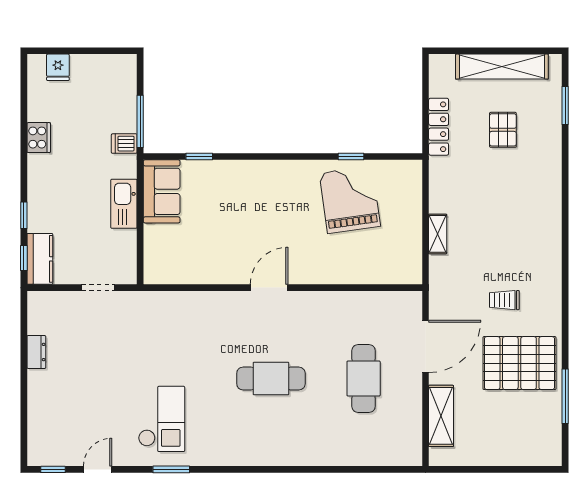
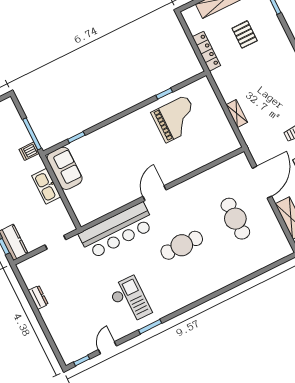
grand piano: (350, 200) -> (176, 119), turned 98
bar counter: (191, 314) -> (117, 231), added

